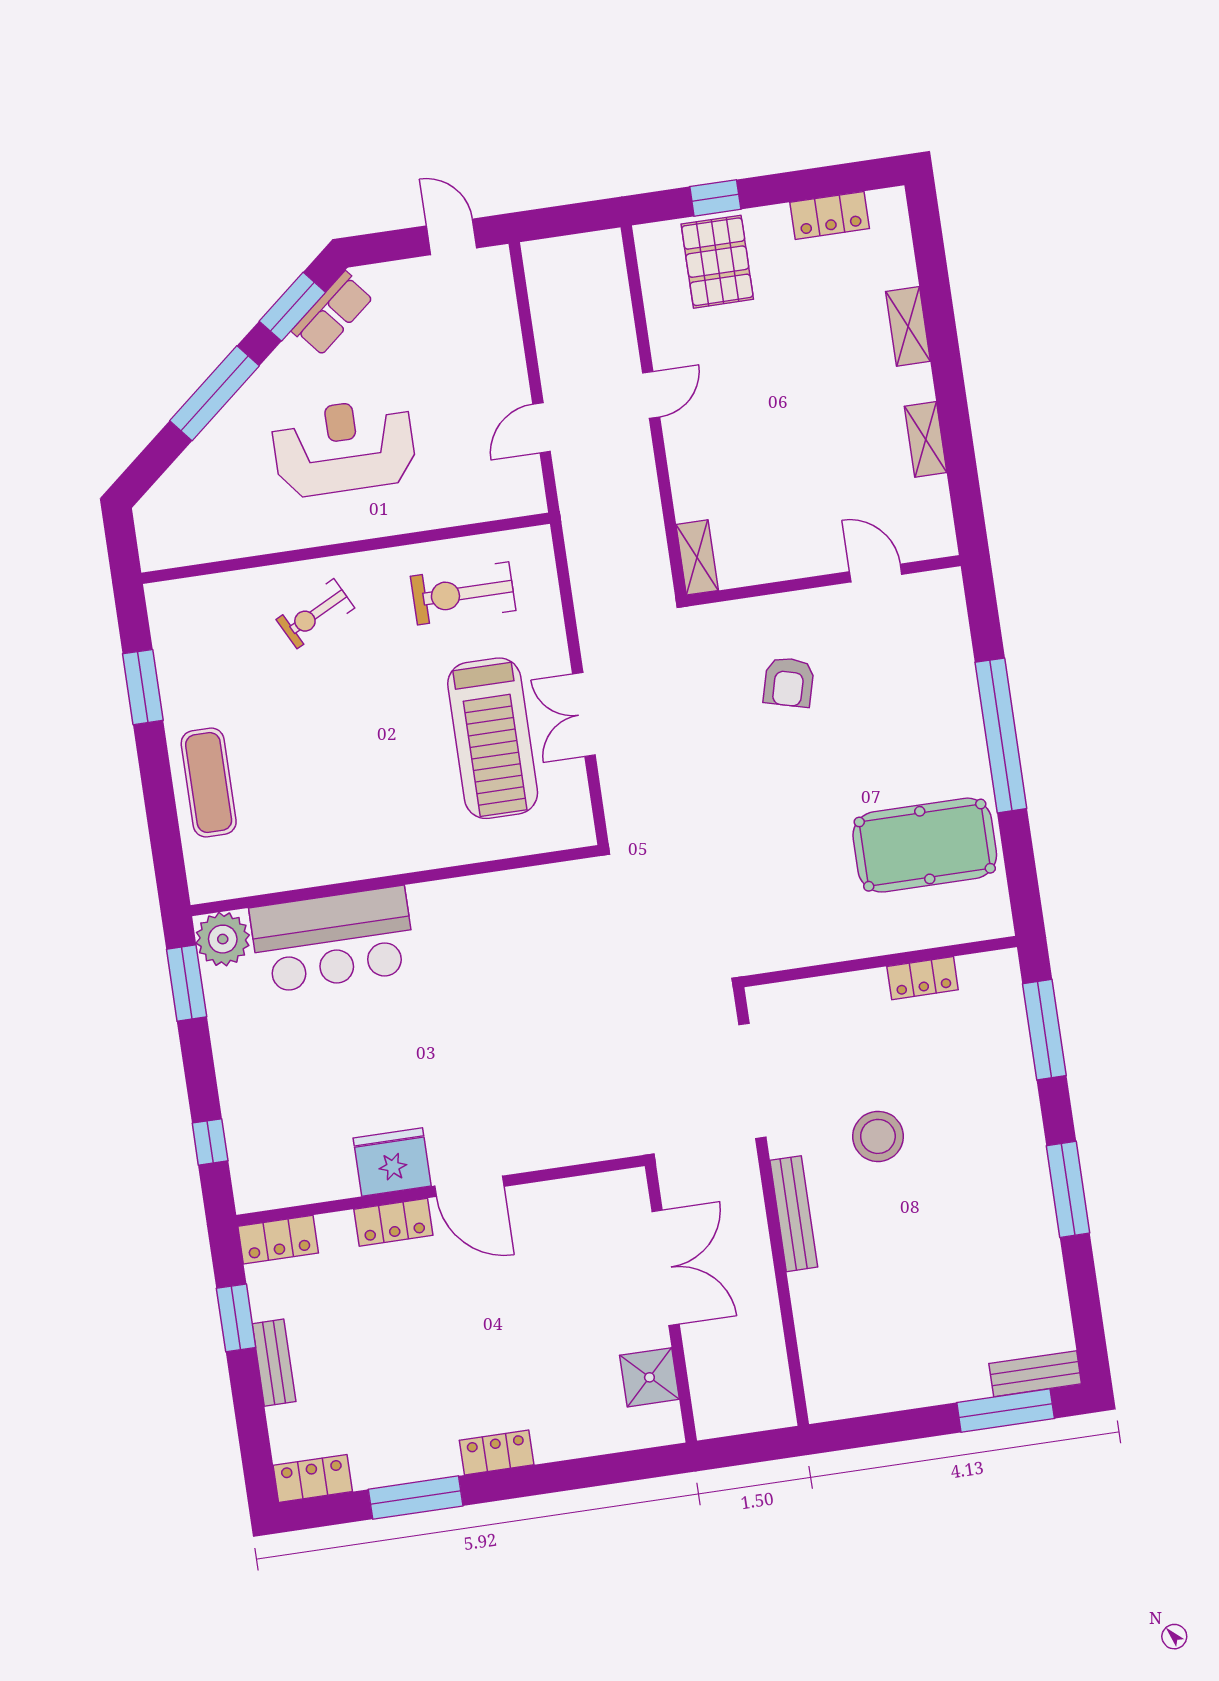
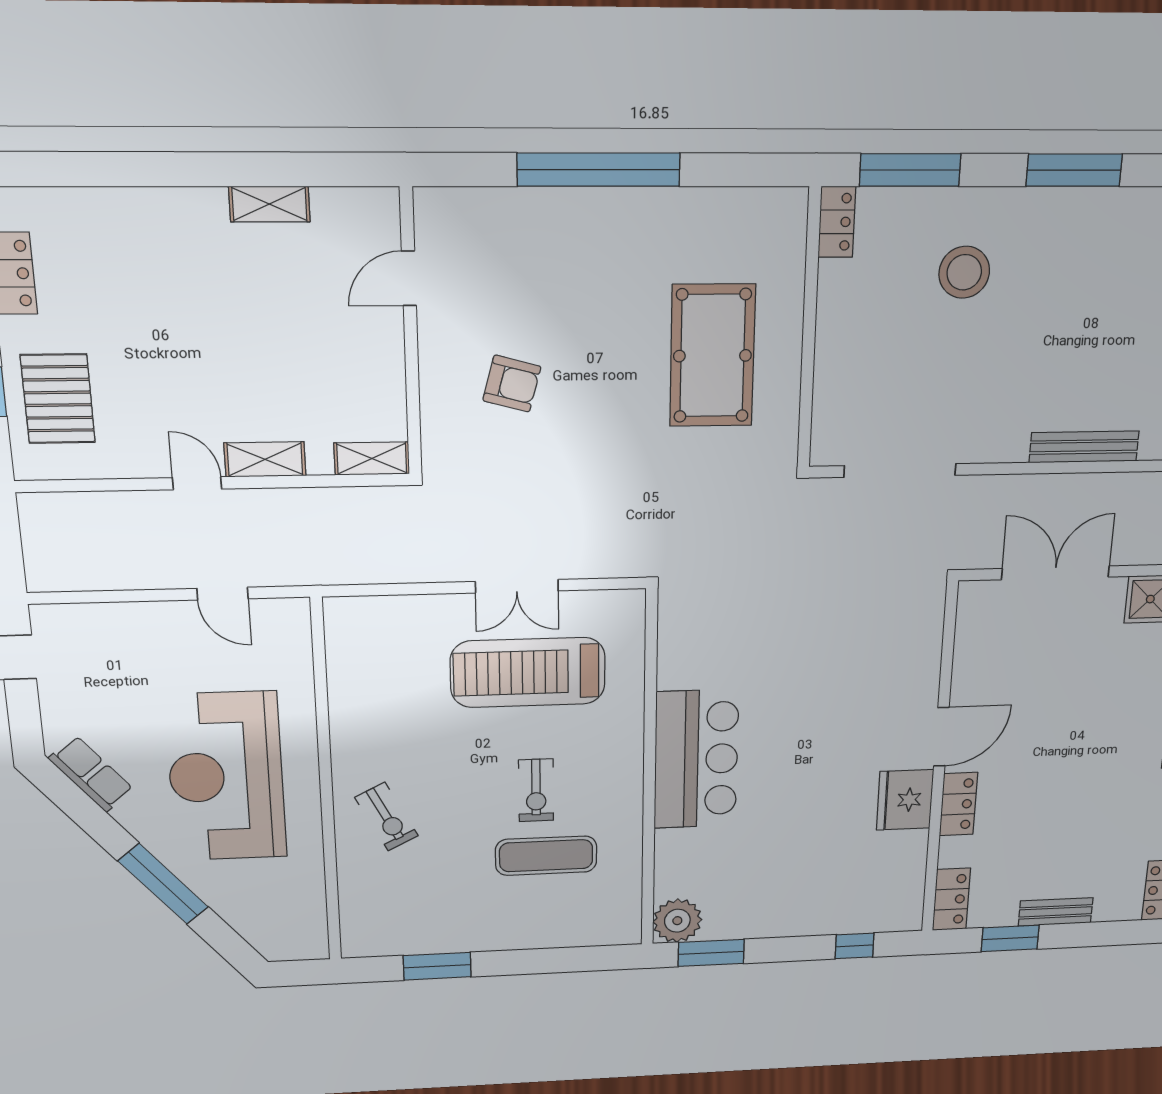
pallet: (717, 262) -> (58, 399), turned 90
window: (292, 307) -> (82, 809), removed
shelving: (908, 326) -> (265, 459), moved
reception desk: (344, 447) -> (226, 777), width x1.36, depth x1.30
exercise bike: (463, 593) -> (536, 790), moved, width x0.73, depth x0.72
treadmill: (493, 738) -> (528, 673), turned 180
exercise mat: (209, 783) -> (546, 856), moved
pool table: (925, 845) -> (712, 356), moved
bar counter: (333, 940) -> (696, 759), moved
locker: (923, 978) -> (837, 222), moved
stool: (878, 1136) -> (964, 272), moved
bench: (794, 1214) -> (1084, 447), moved

